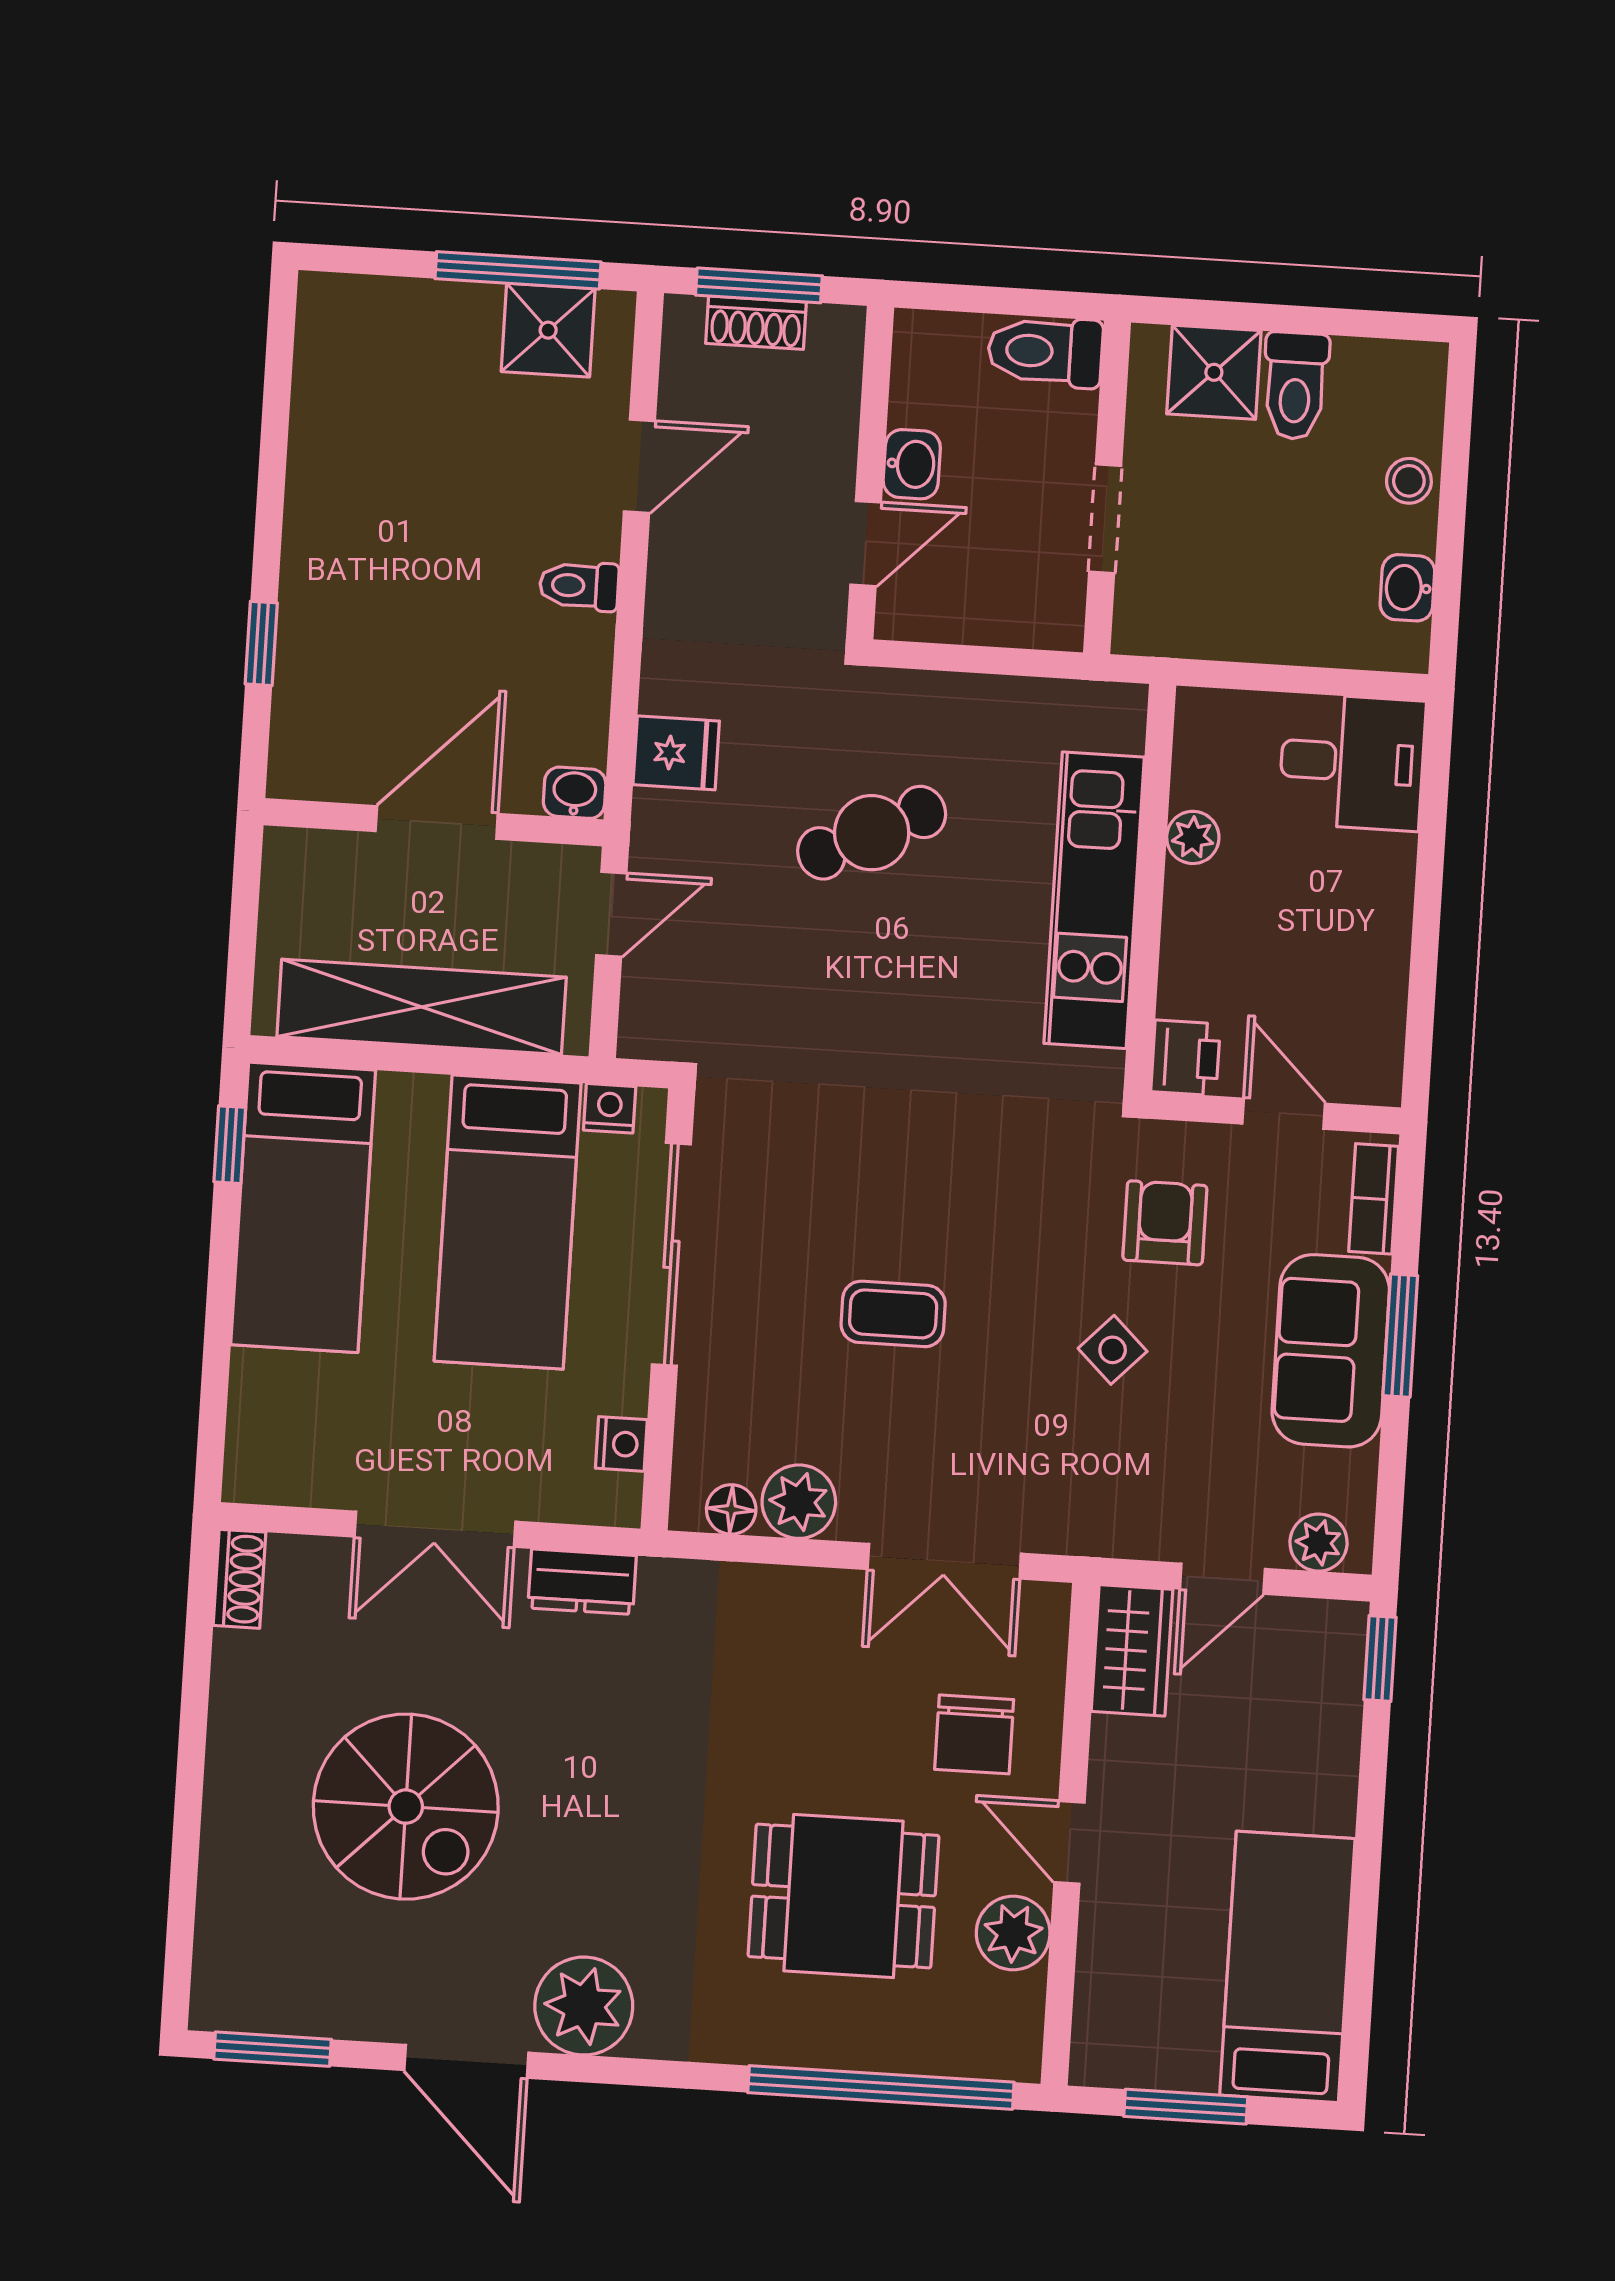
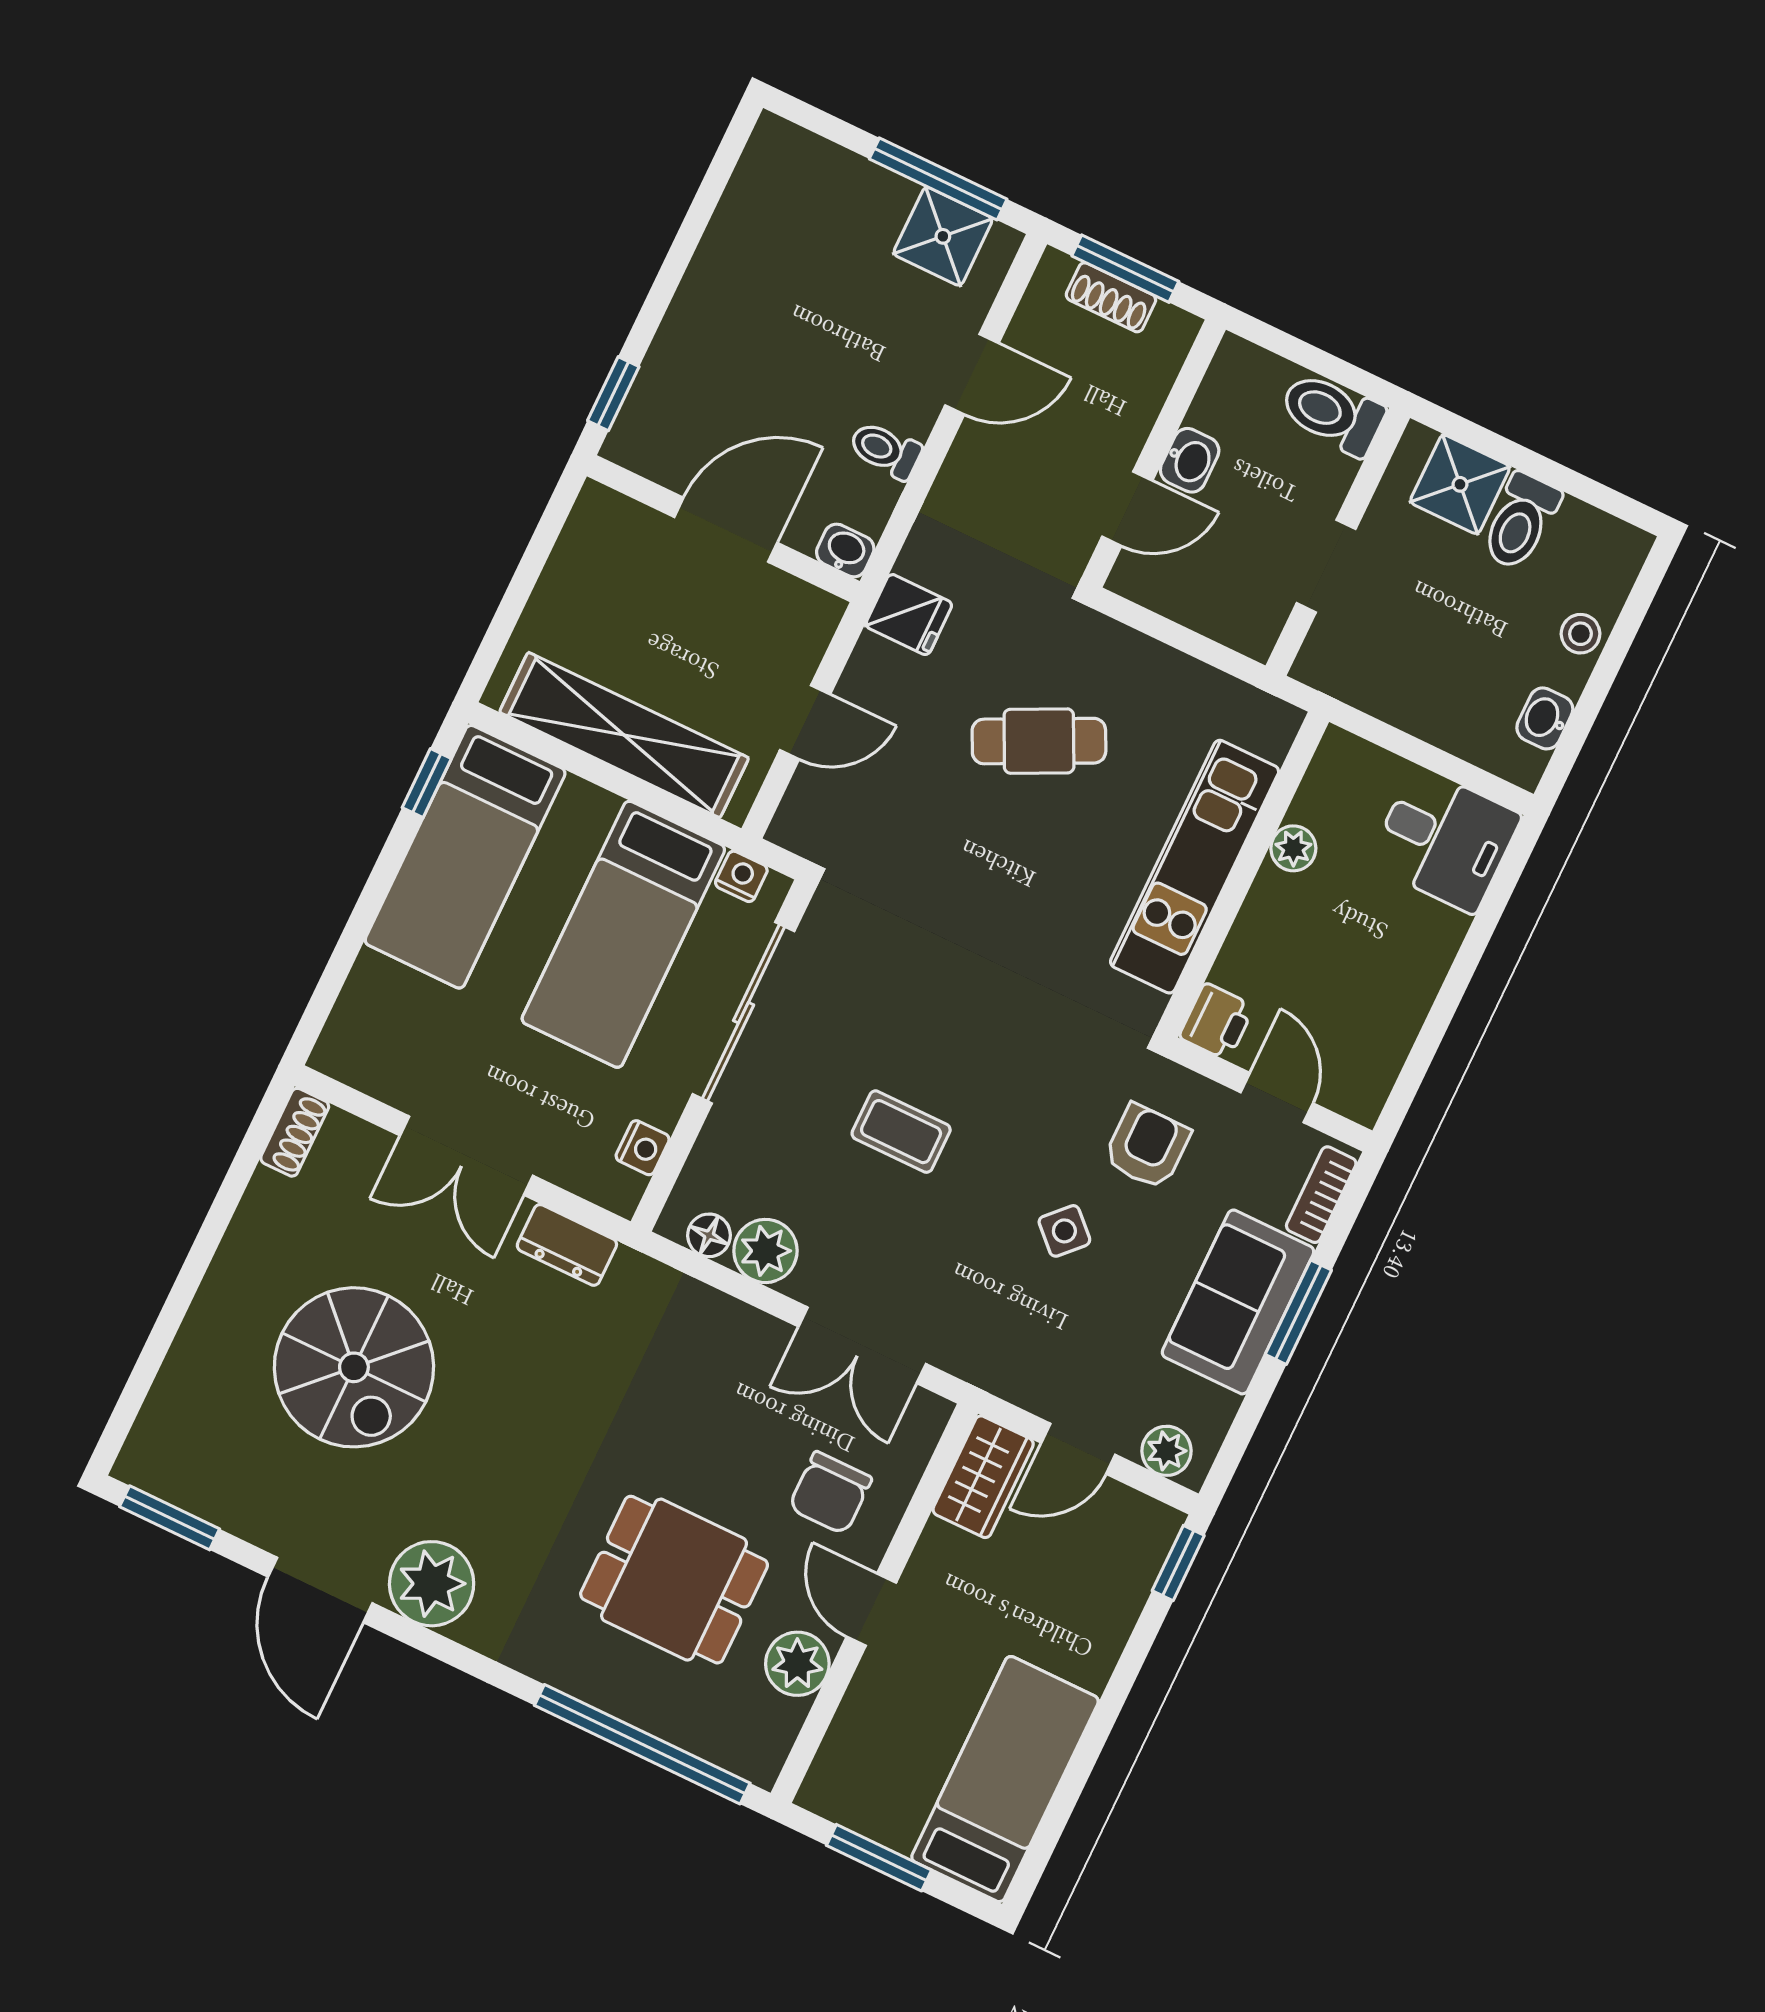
washbasin: (575, 793) -> (845, 551), moved
wall: (434, 822) -> (723, 529), moved
door: (437, 822) -> (726, 530), moved

